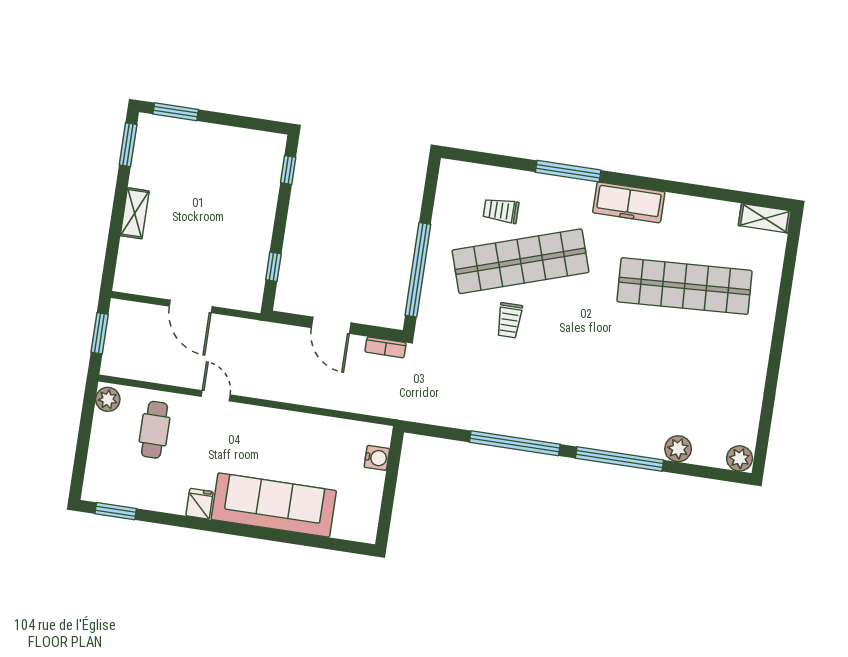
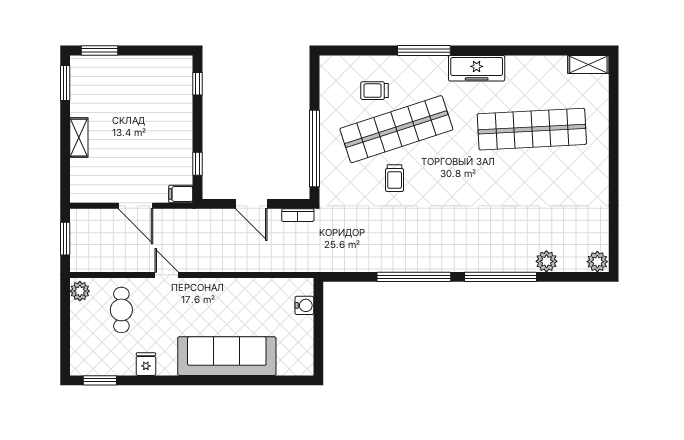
filing cabinet: (248, 300) -> (181, 194), added
fridge: (200, 504) -> (146, 364), moved

